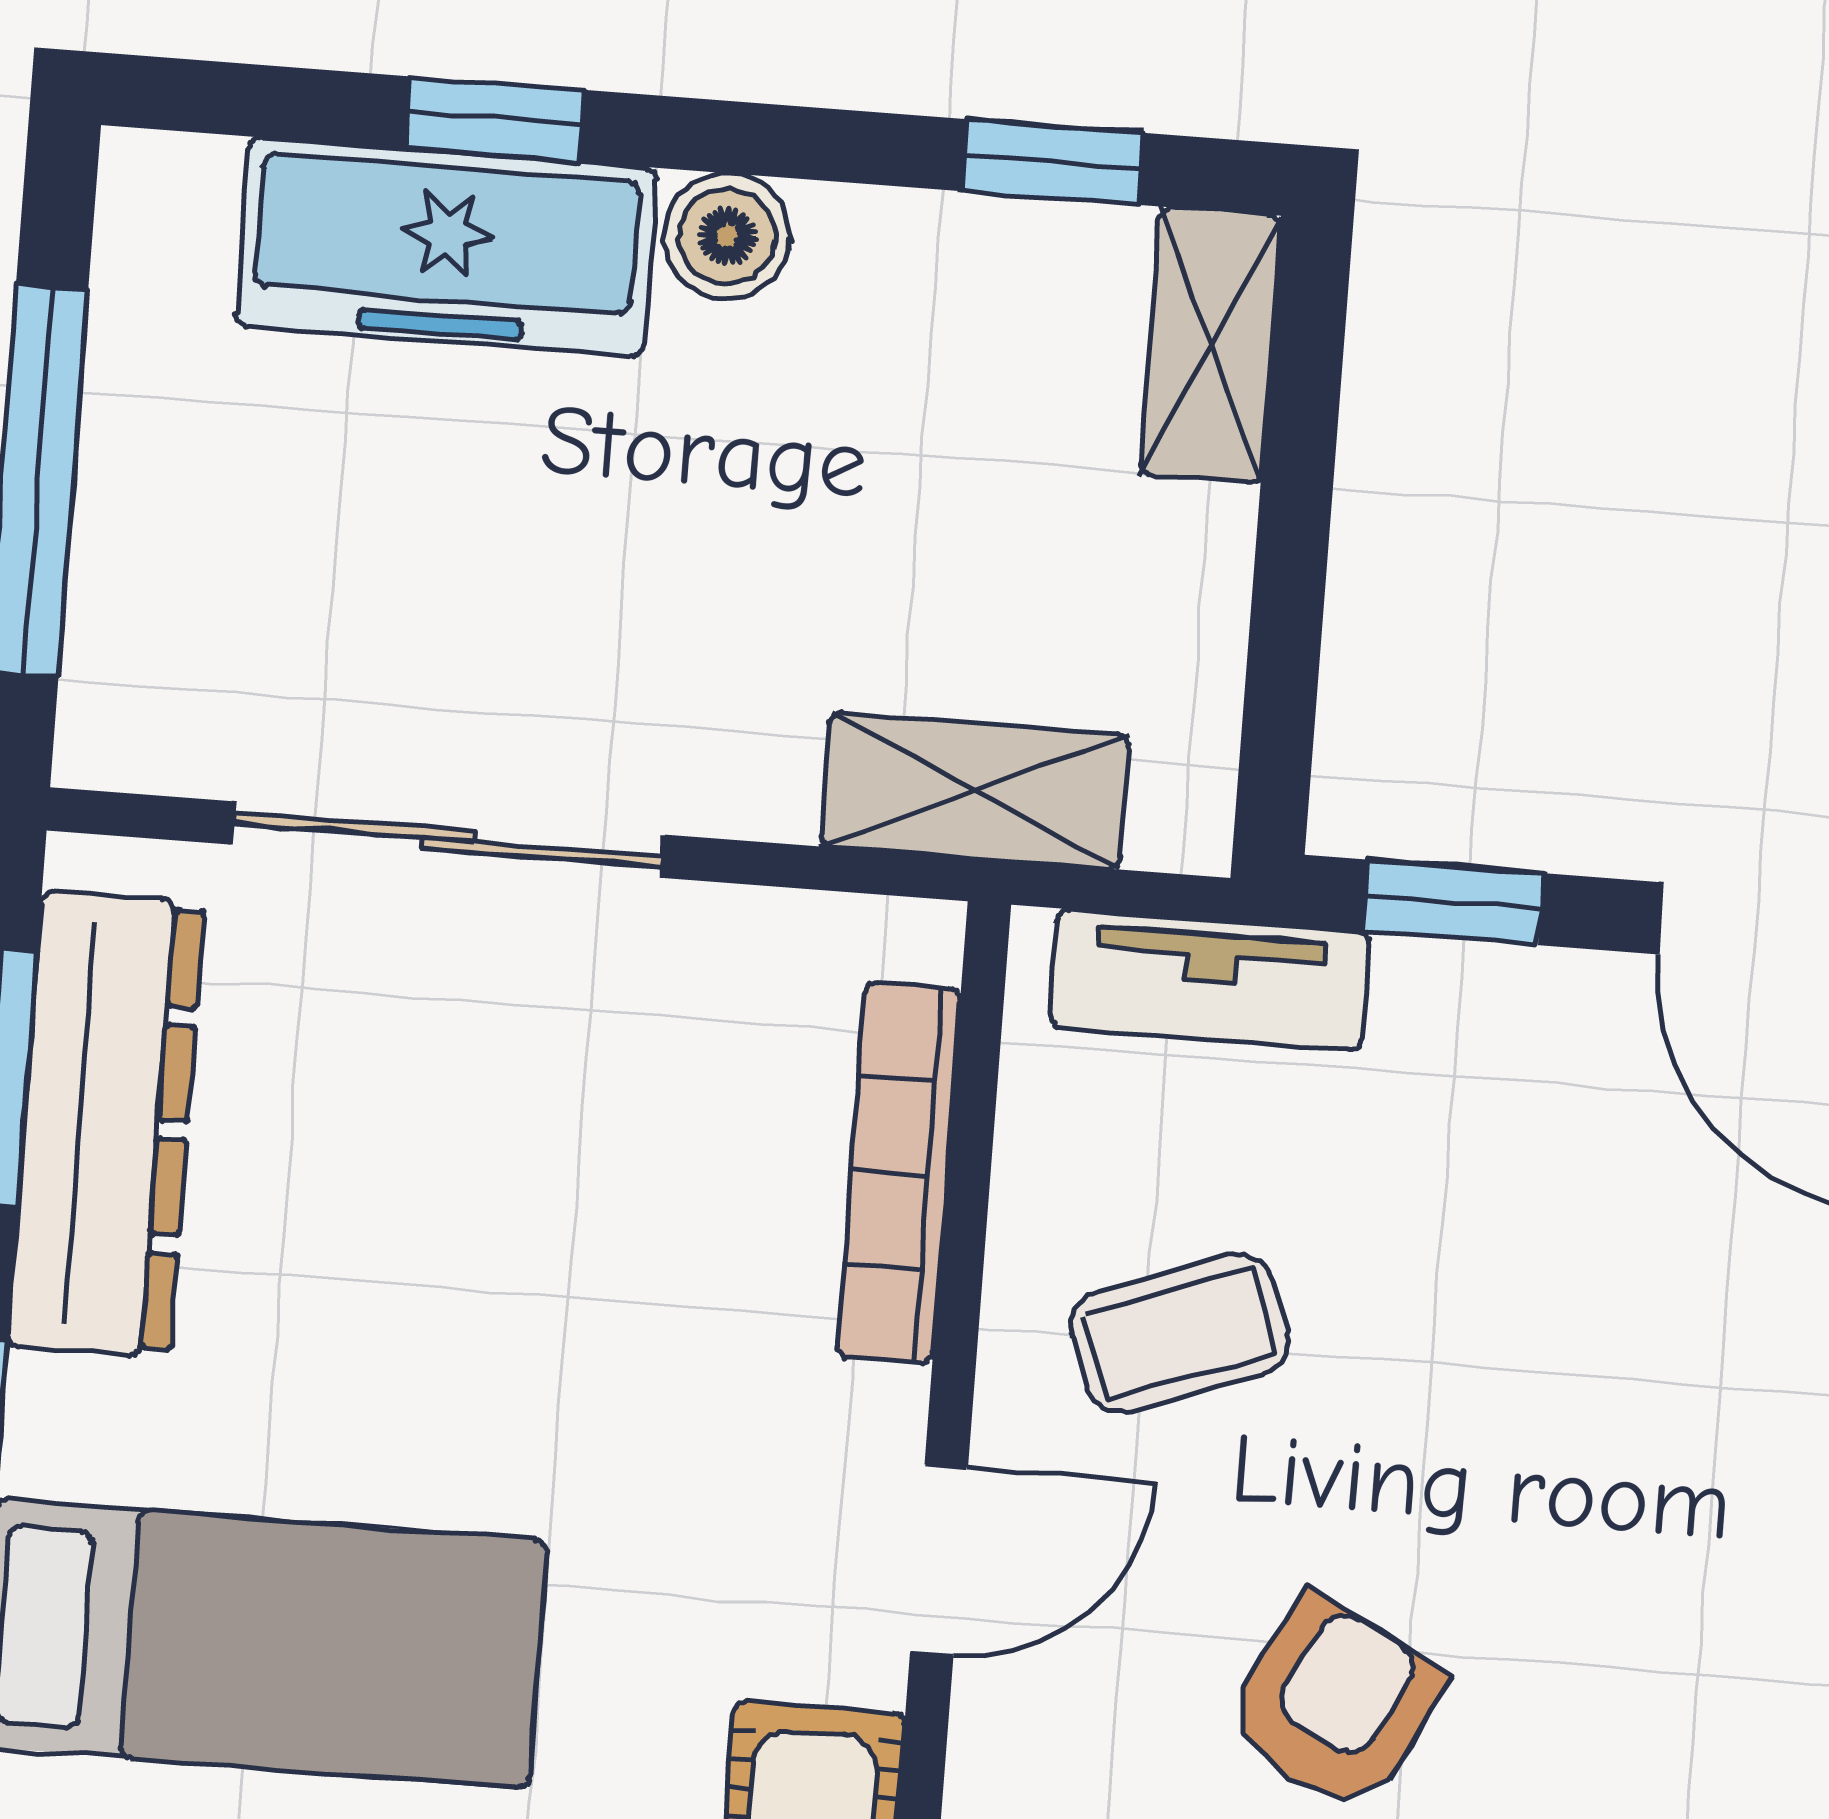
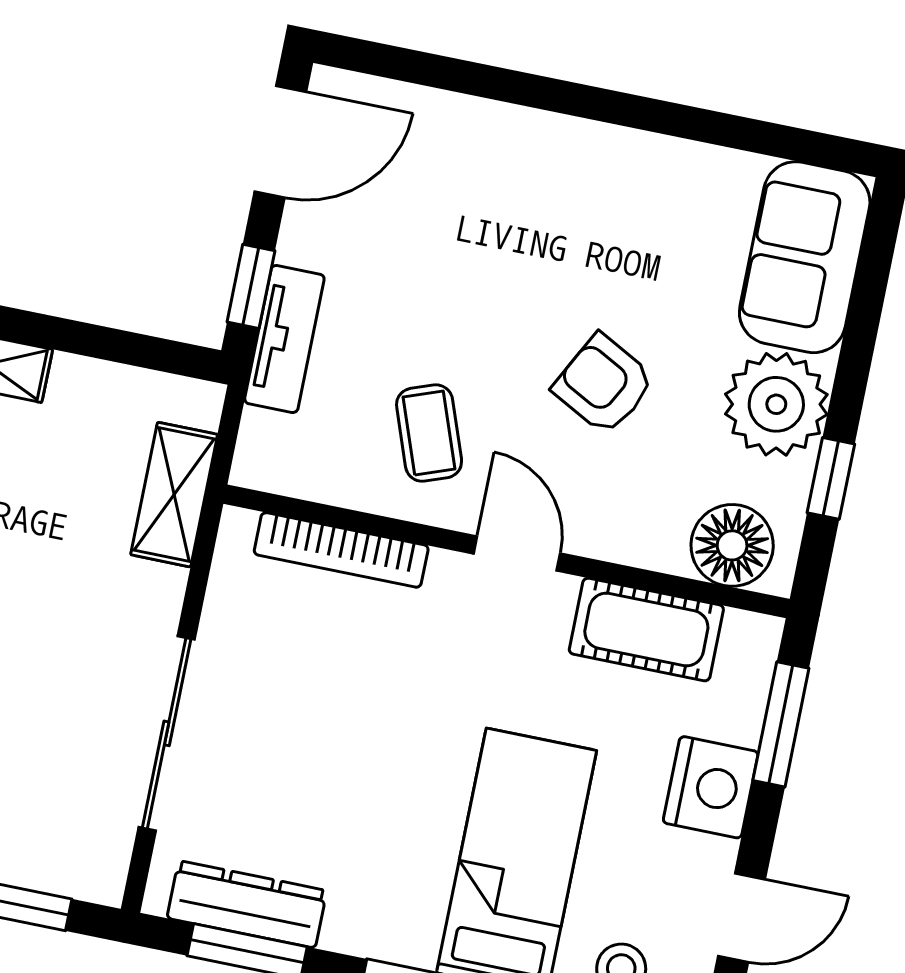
tv unit: (1210, 980) -> (284, 339), moved
dresser: (106, 1125) -> (247, 904), width x0.73, depth x0.80

